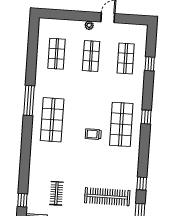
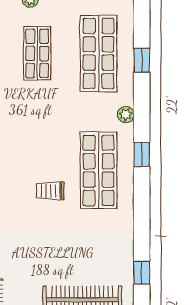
shop shelf: (126, 58) -> (99, 53), width x1.43, depth x1.36
plant: (139, 94) -> (126, 115), added

